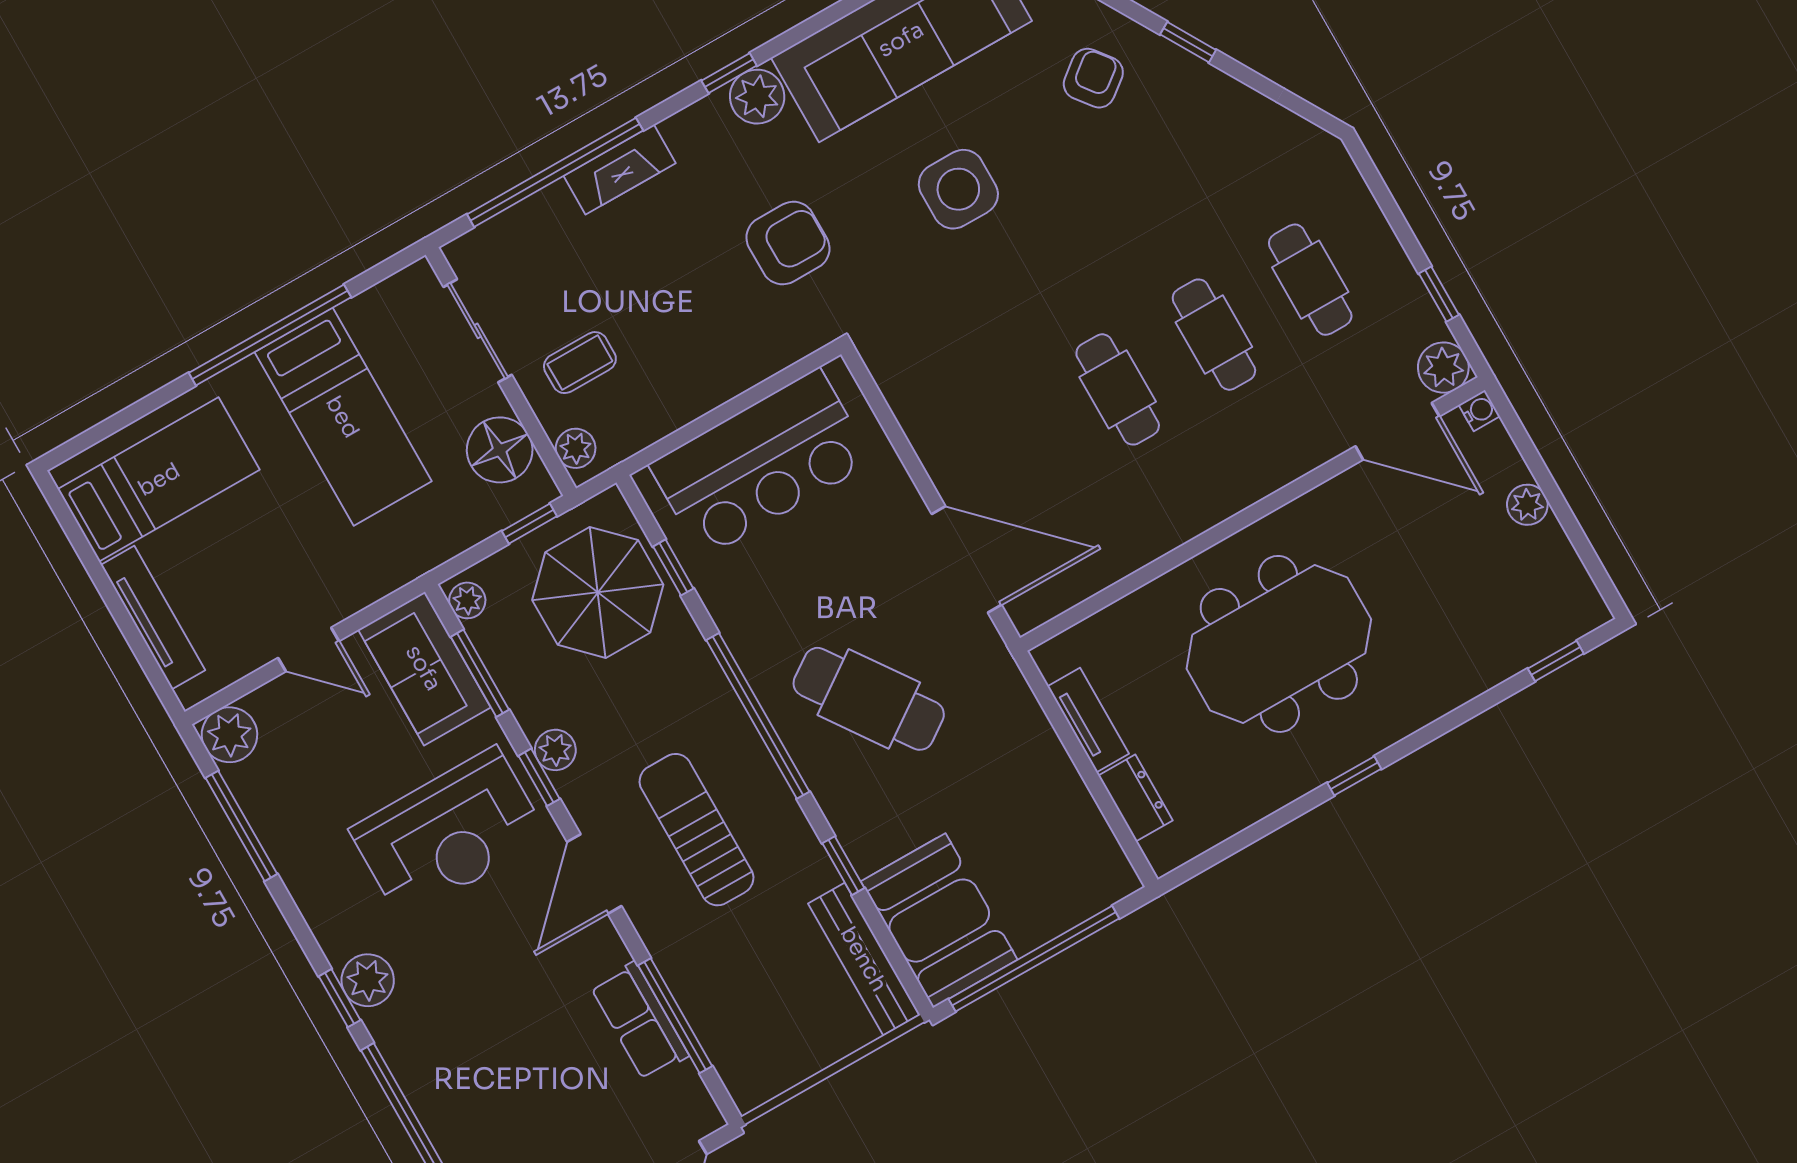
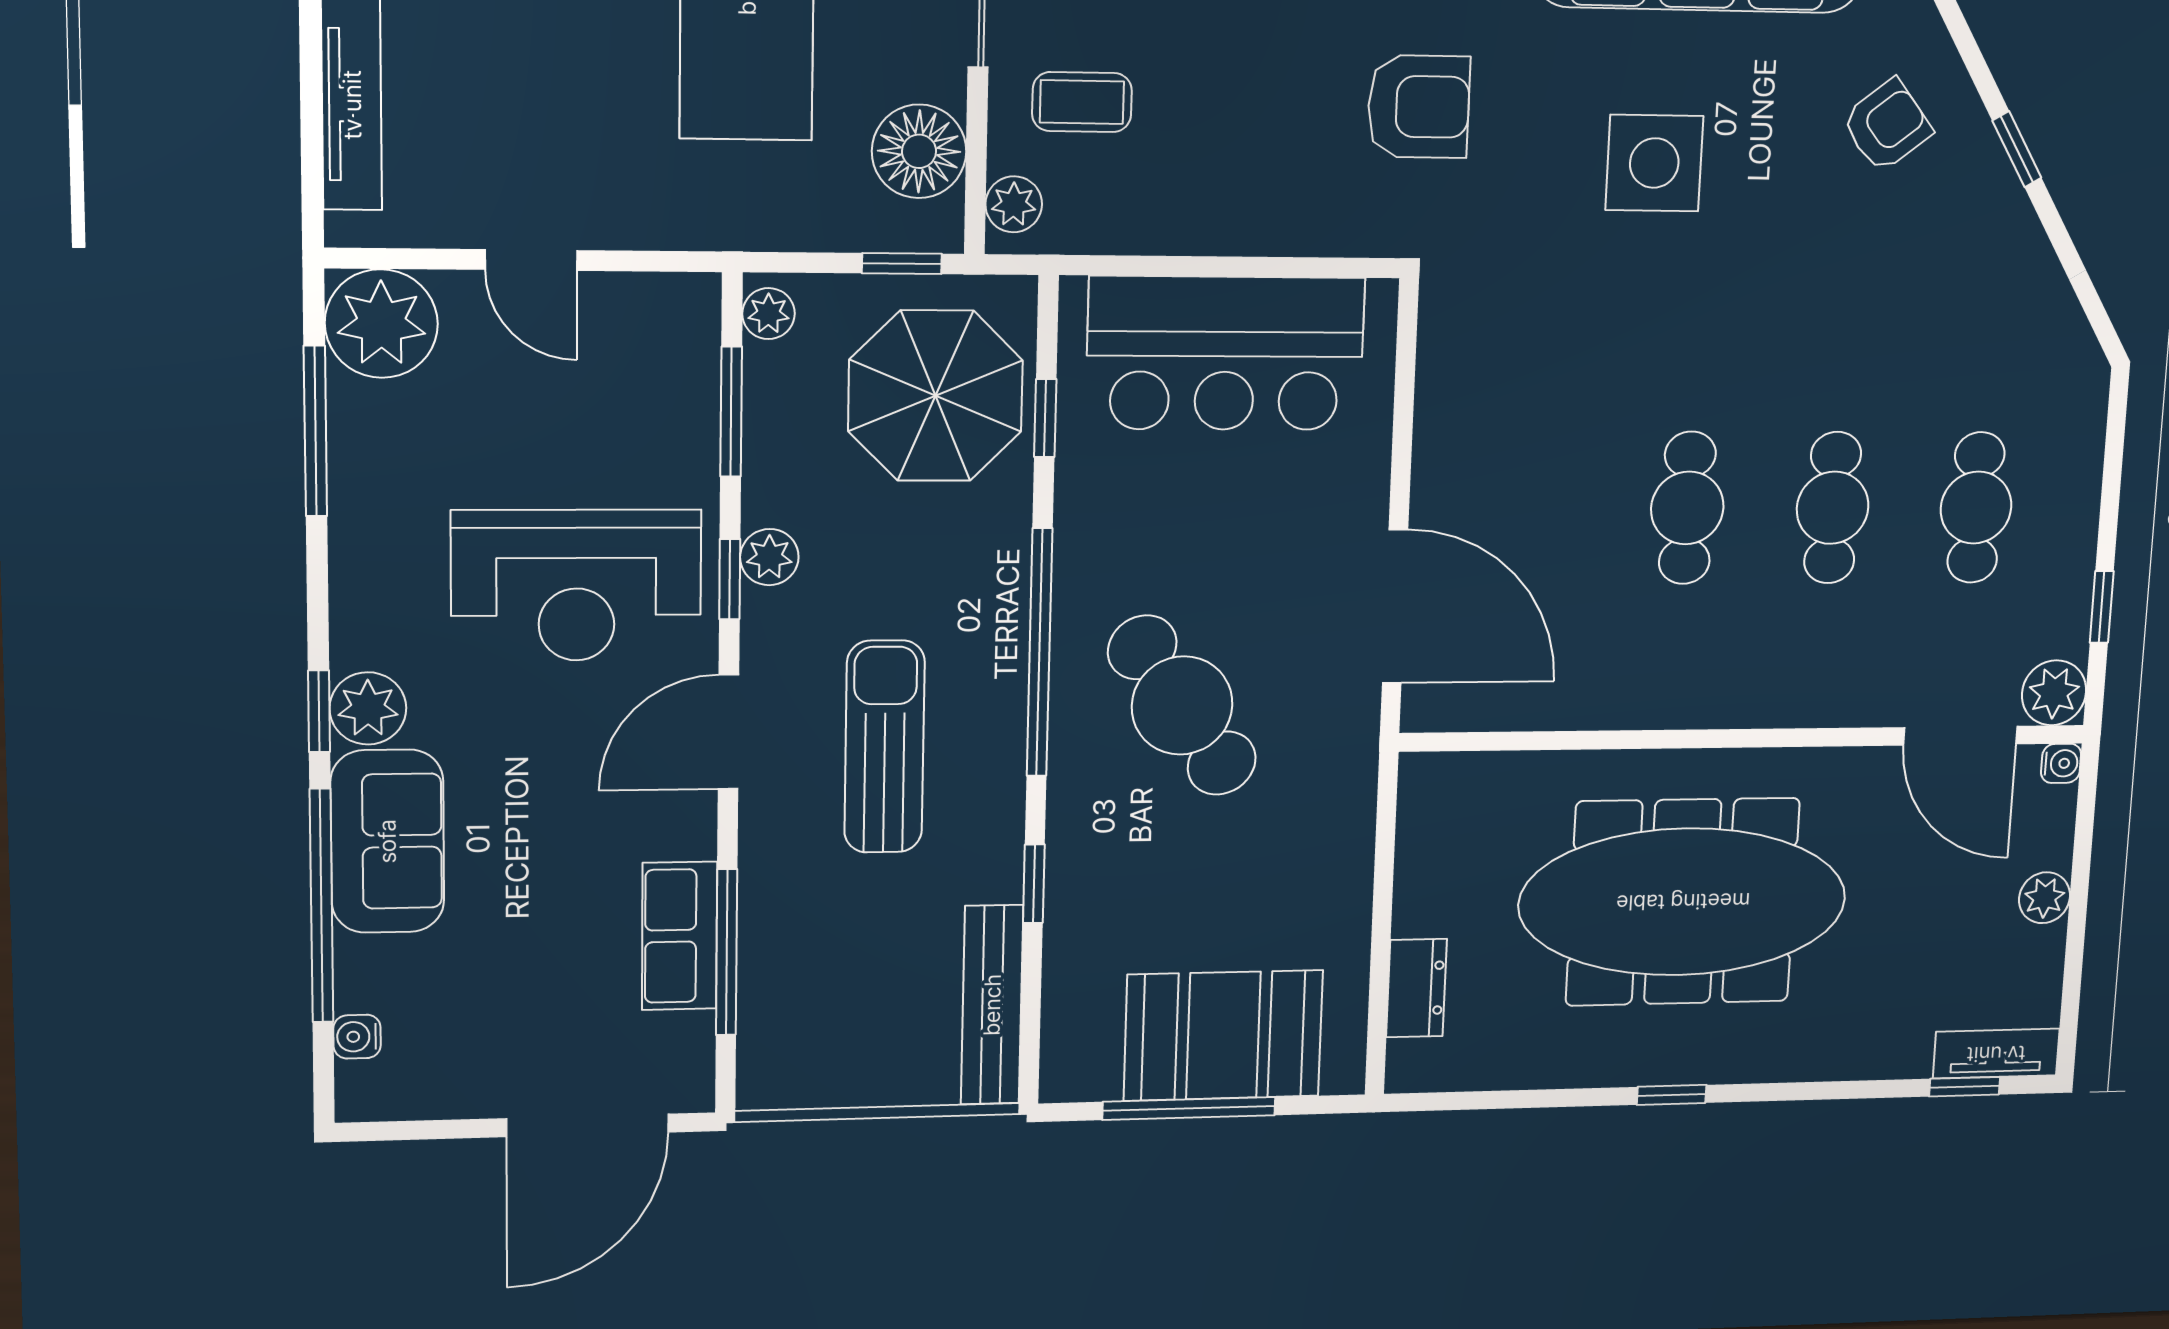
meeting table: (1279, 644) -> (1683, 902), width x1.36
sofa: (424, 668) -> (387, 841), moved, turned 180
tv unit: (1088, 720) -> (1996, 1054), moved, turned -90
plant: (229, 735) -> (381, 324), width x1.36, depth x1.36
booth: (939, 921) -> (1223, 1035), moved, turned 90
window: (1034, 959) -> (1189, 1109), width x0.68

